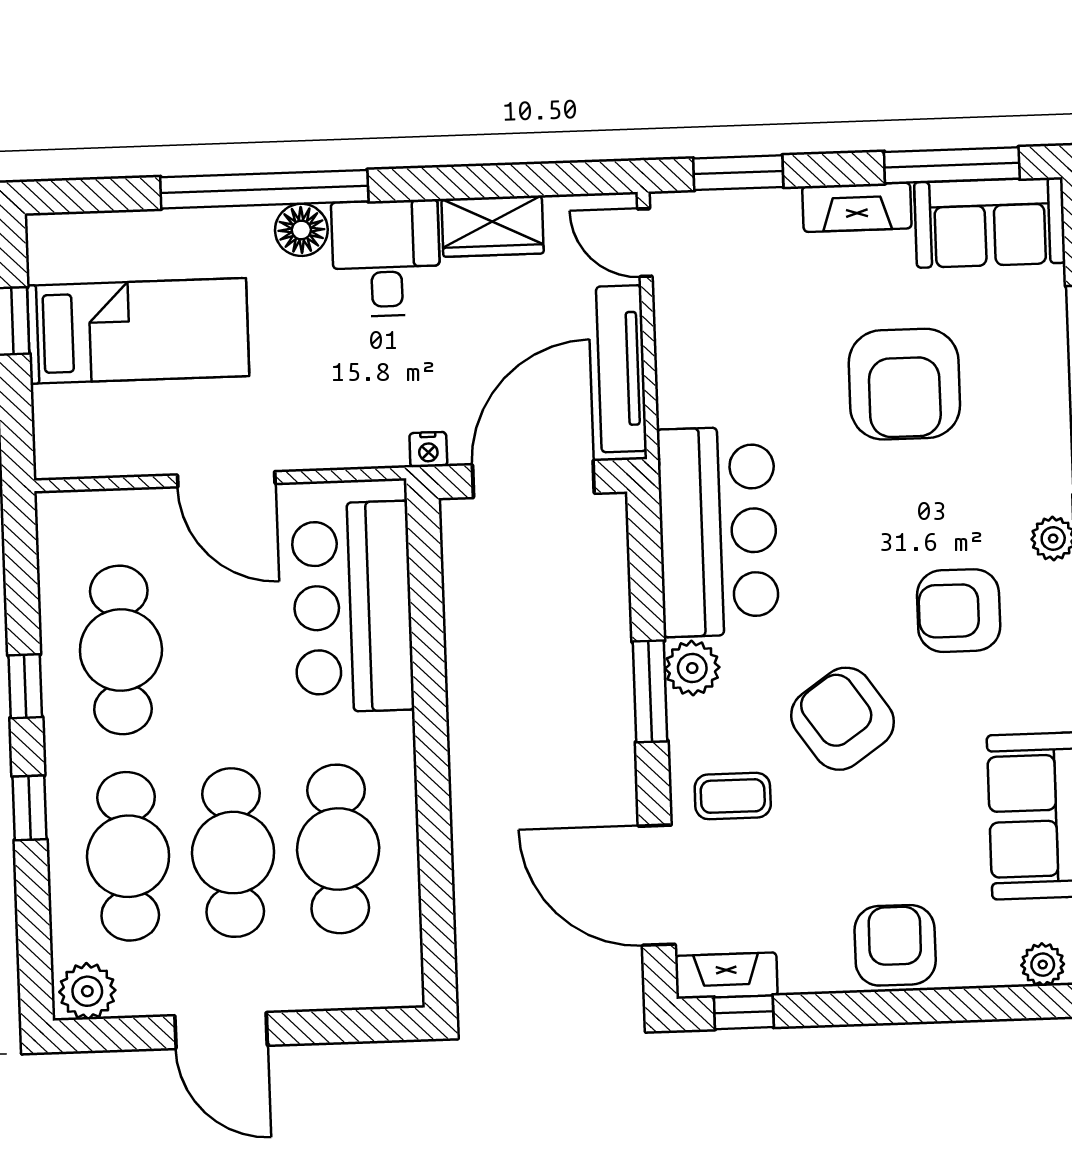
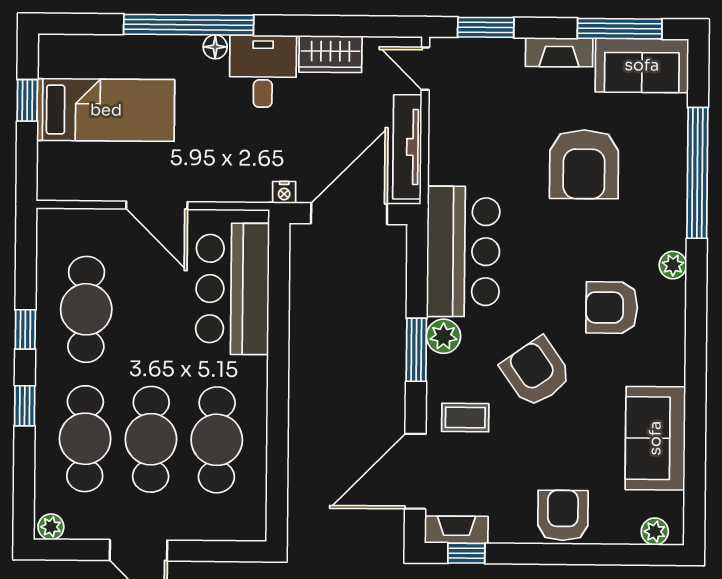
floor lamp: (301, 230) -> (215, 47), width x0.73, depth x0.73
door: (657, 885) -> (415, 471), hinge flipped
plant: (87, 991) -> (51, 527), width x0.73, depth x0.73

